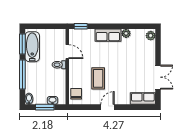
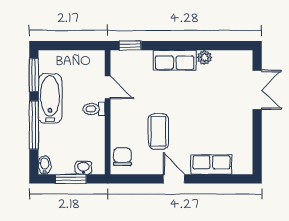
plant: (151, 36) -> (245, 61), removed
bathtub: (32, 47) -> (50, 98), moved
double door: (158, 77) -> (257, 90), moved
row of seats: (143, 99) -> (211, 165), moved
door: (107, 107) -> (174, 179), hinge flipped

